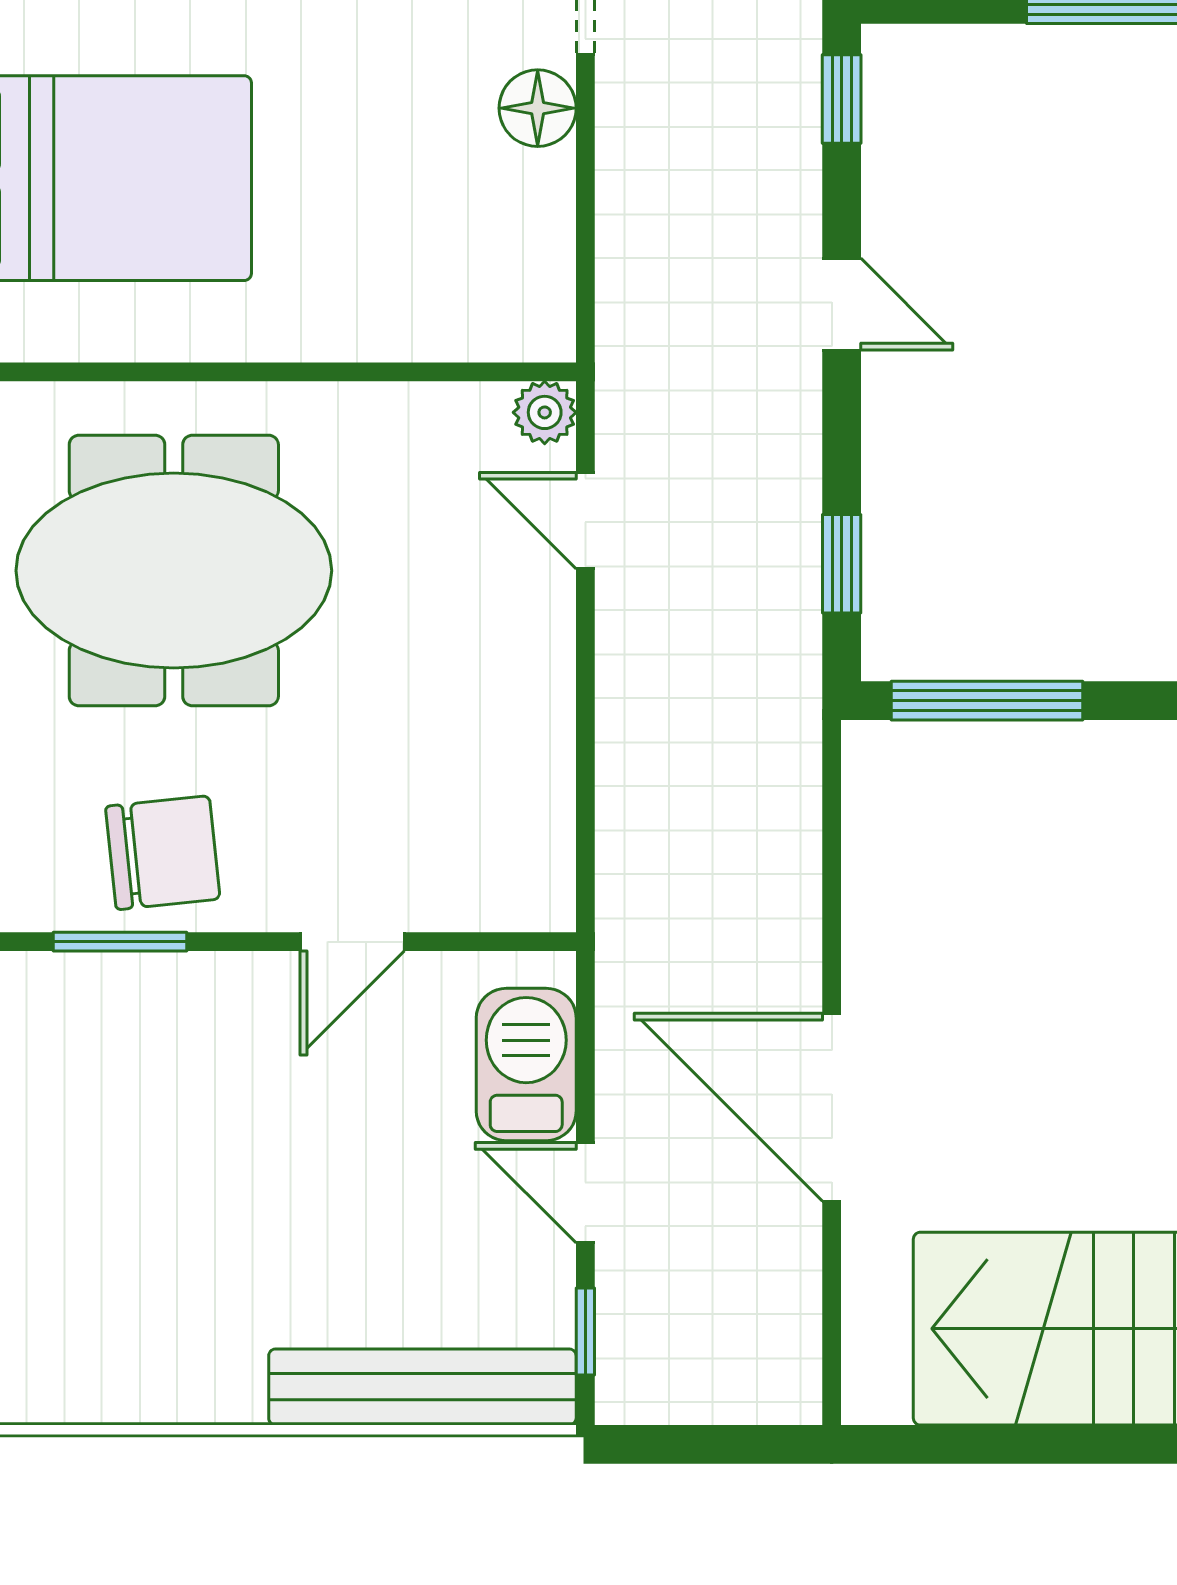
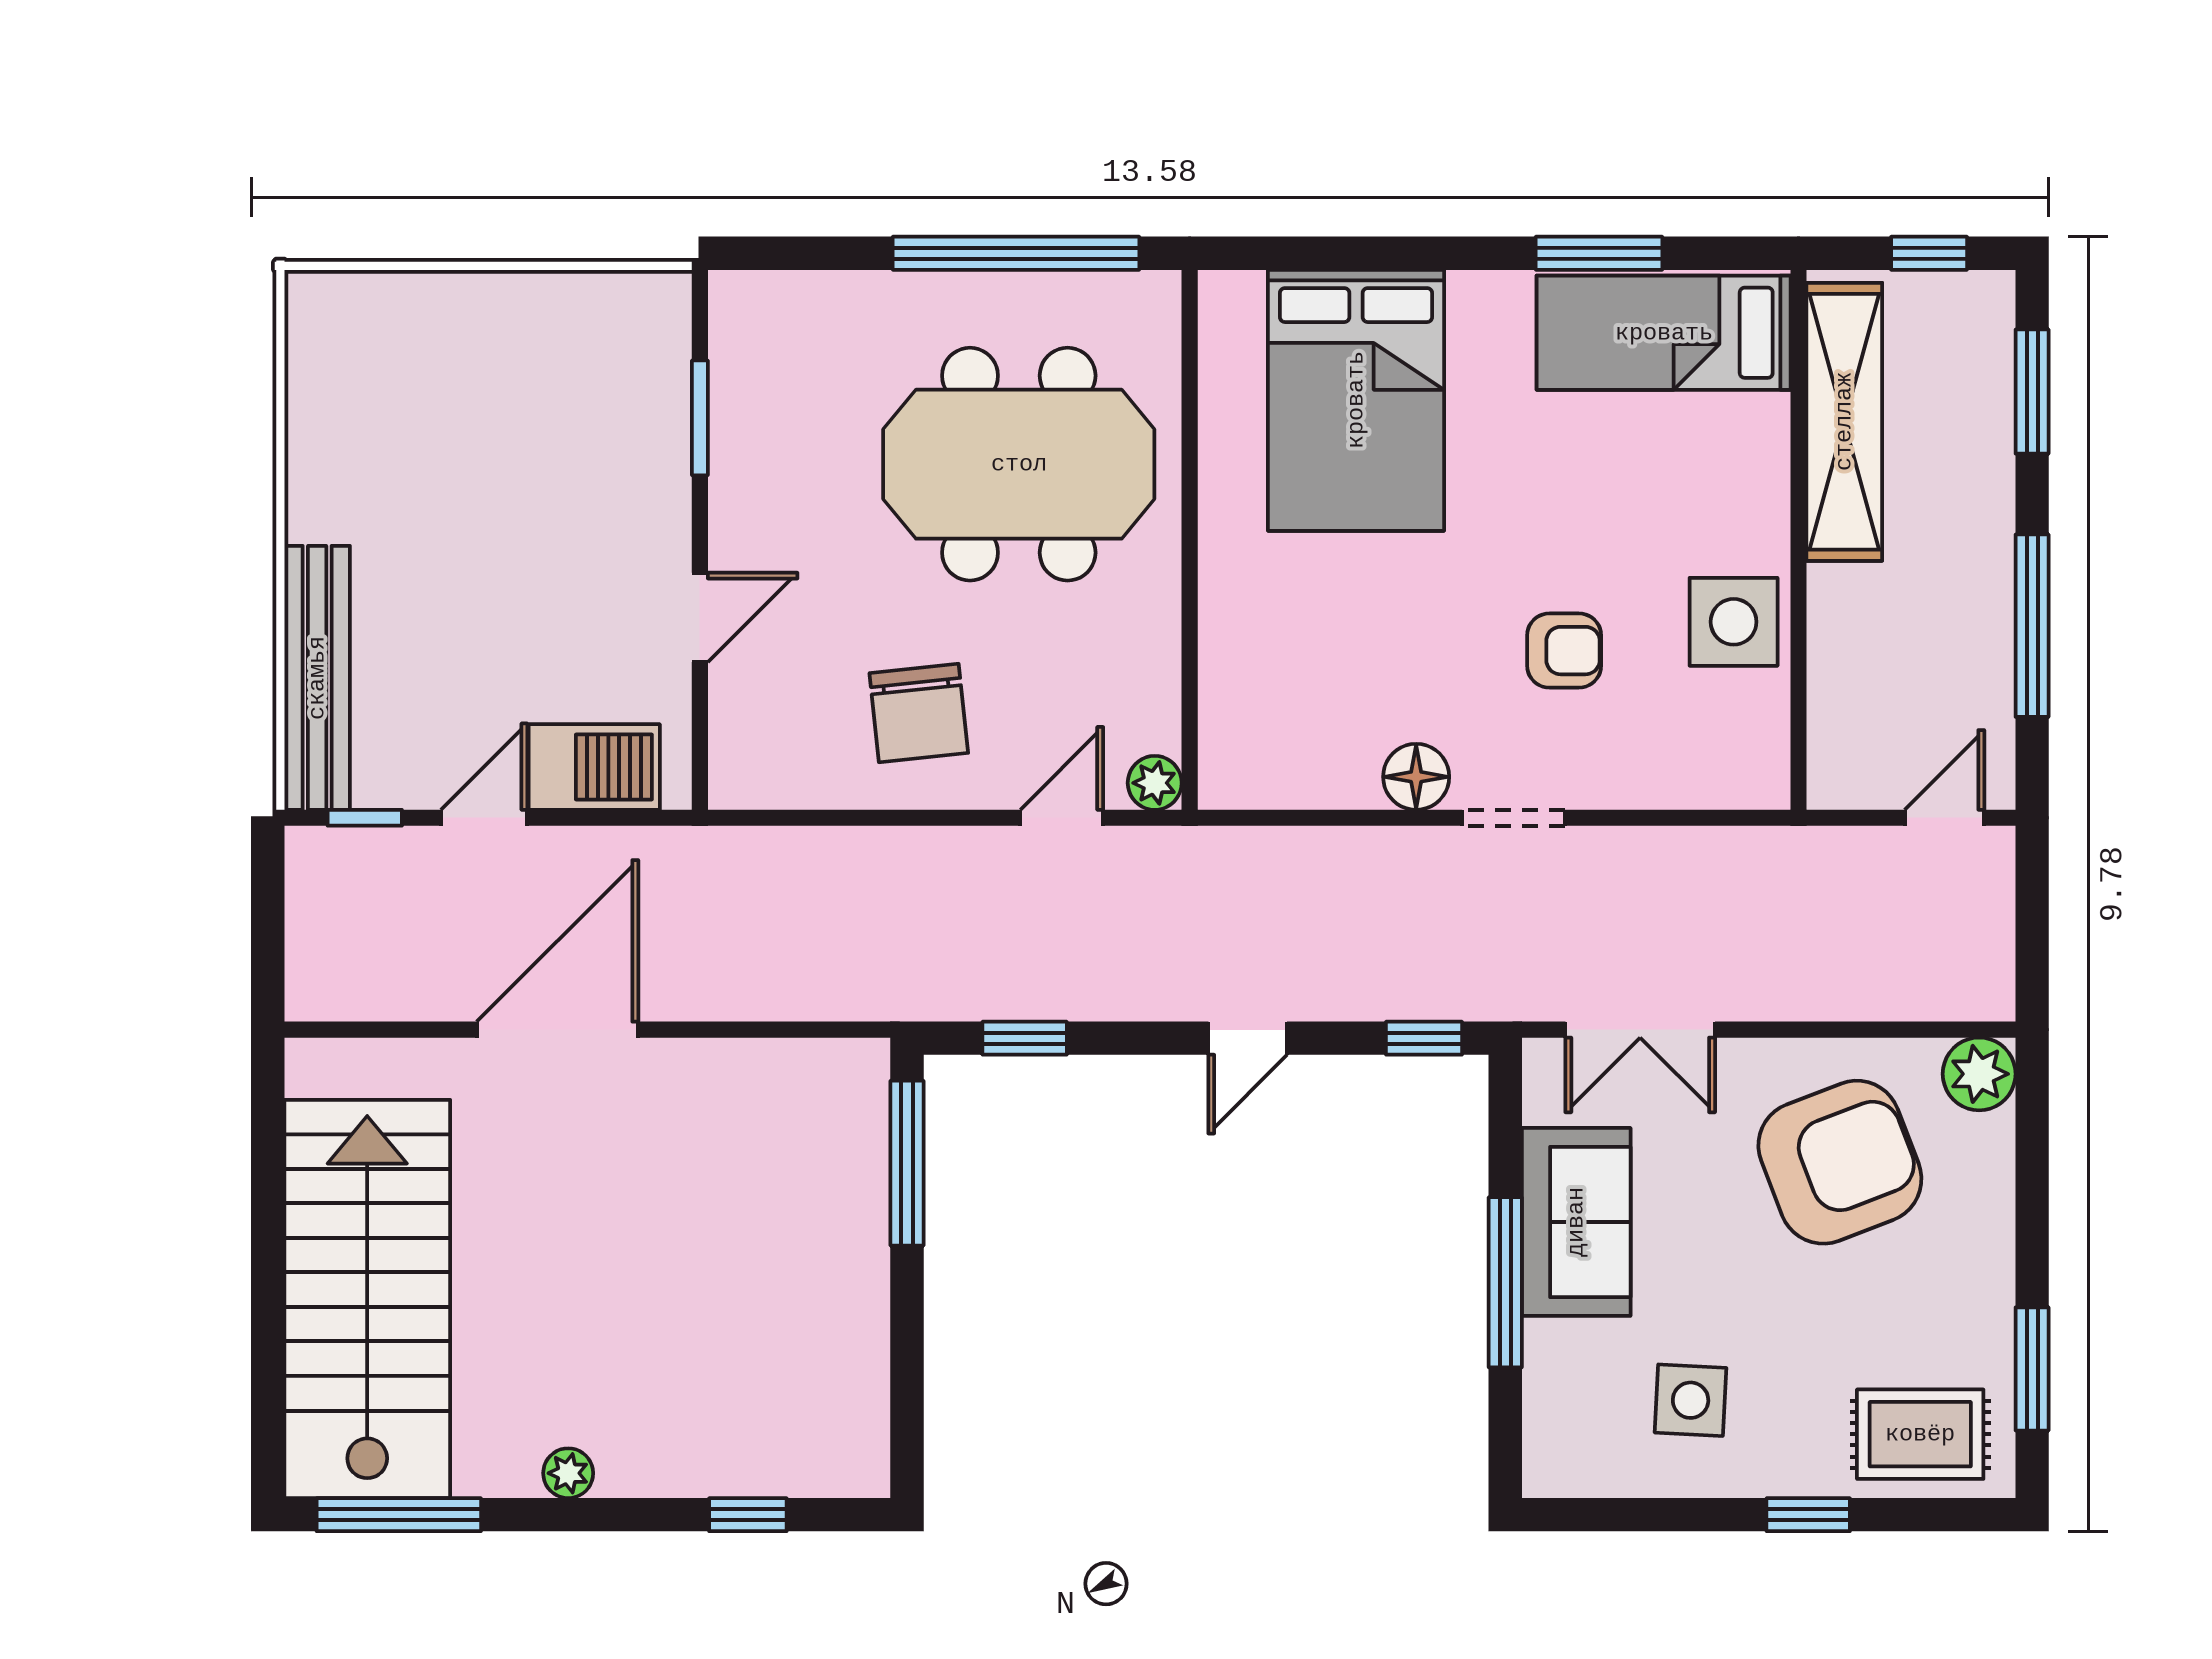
meeting table: (174, 571) -> (1019, 464), turned 90
chair: (163, 853) -> (919, 713), moved
door: (352, 942) -> (700, 617), swing flipped

